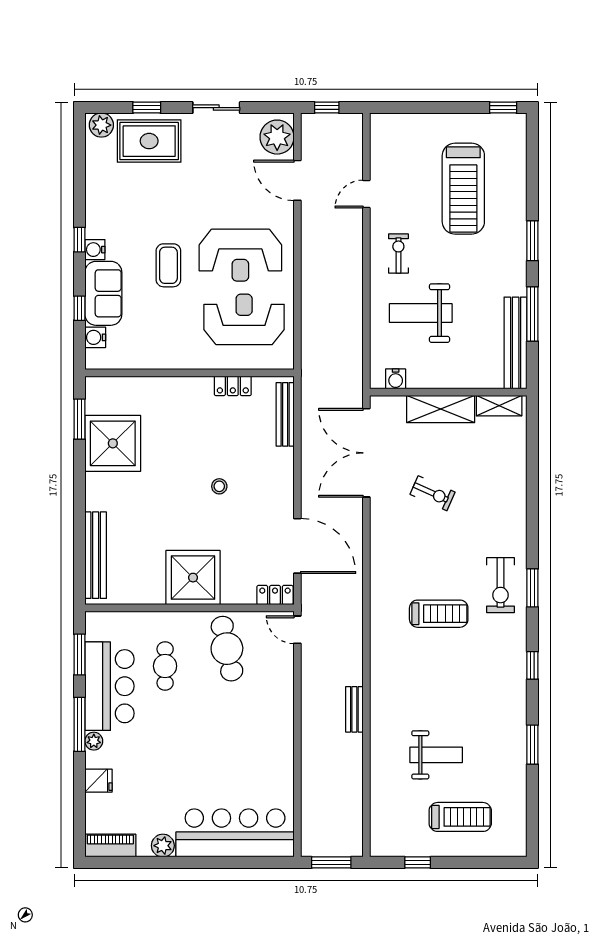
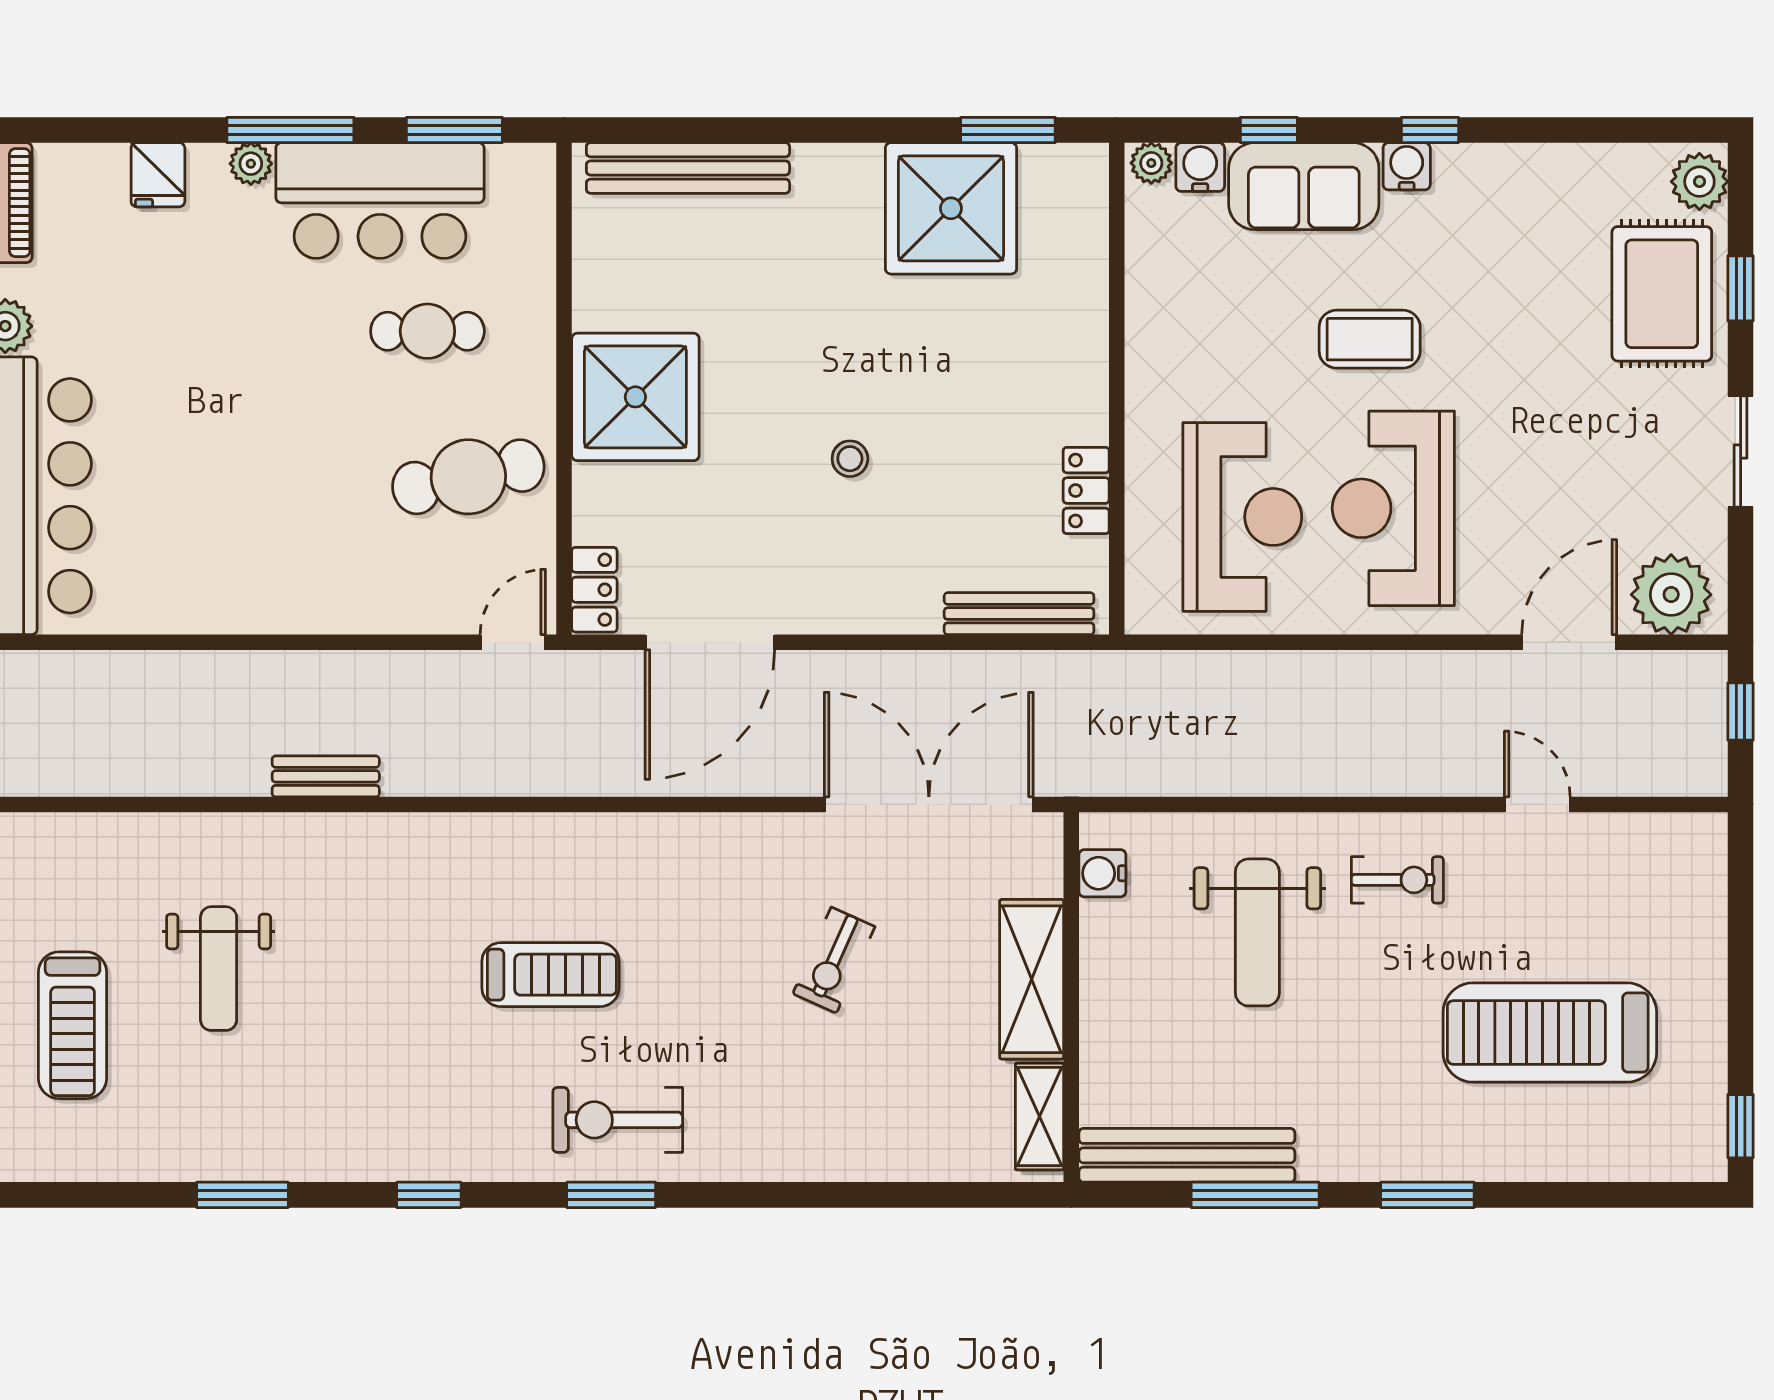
weight bench: (421, 313) -> (1257, 932), turned 180
plant: (94, 358) -> (1151, 163), added
treadmill: (439, 614) -> (550, 975), turned -90

